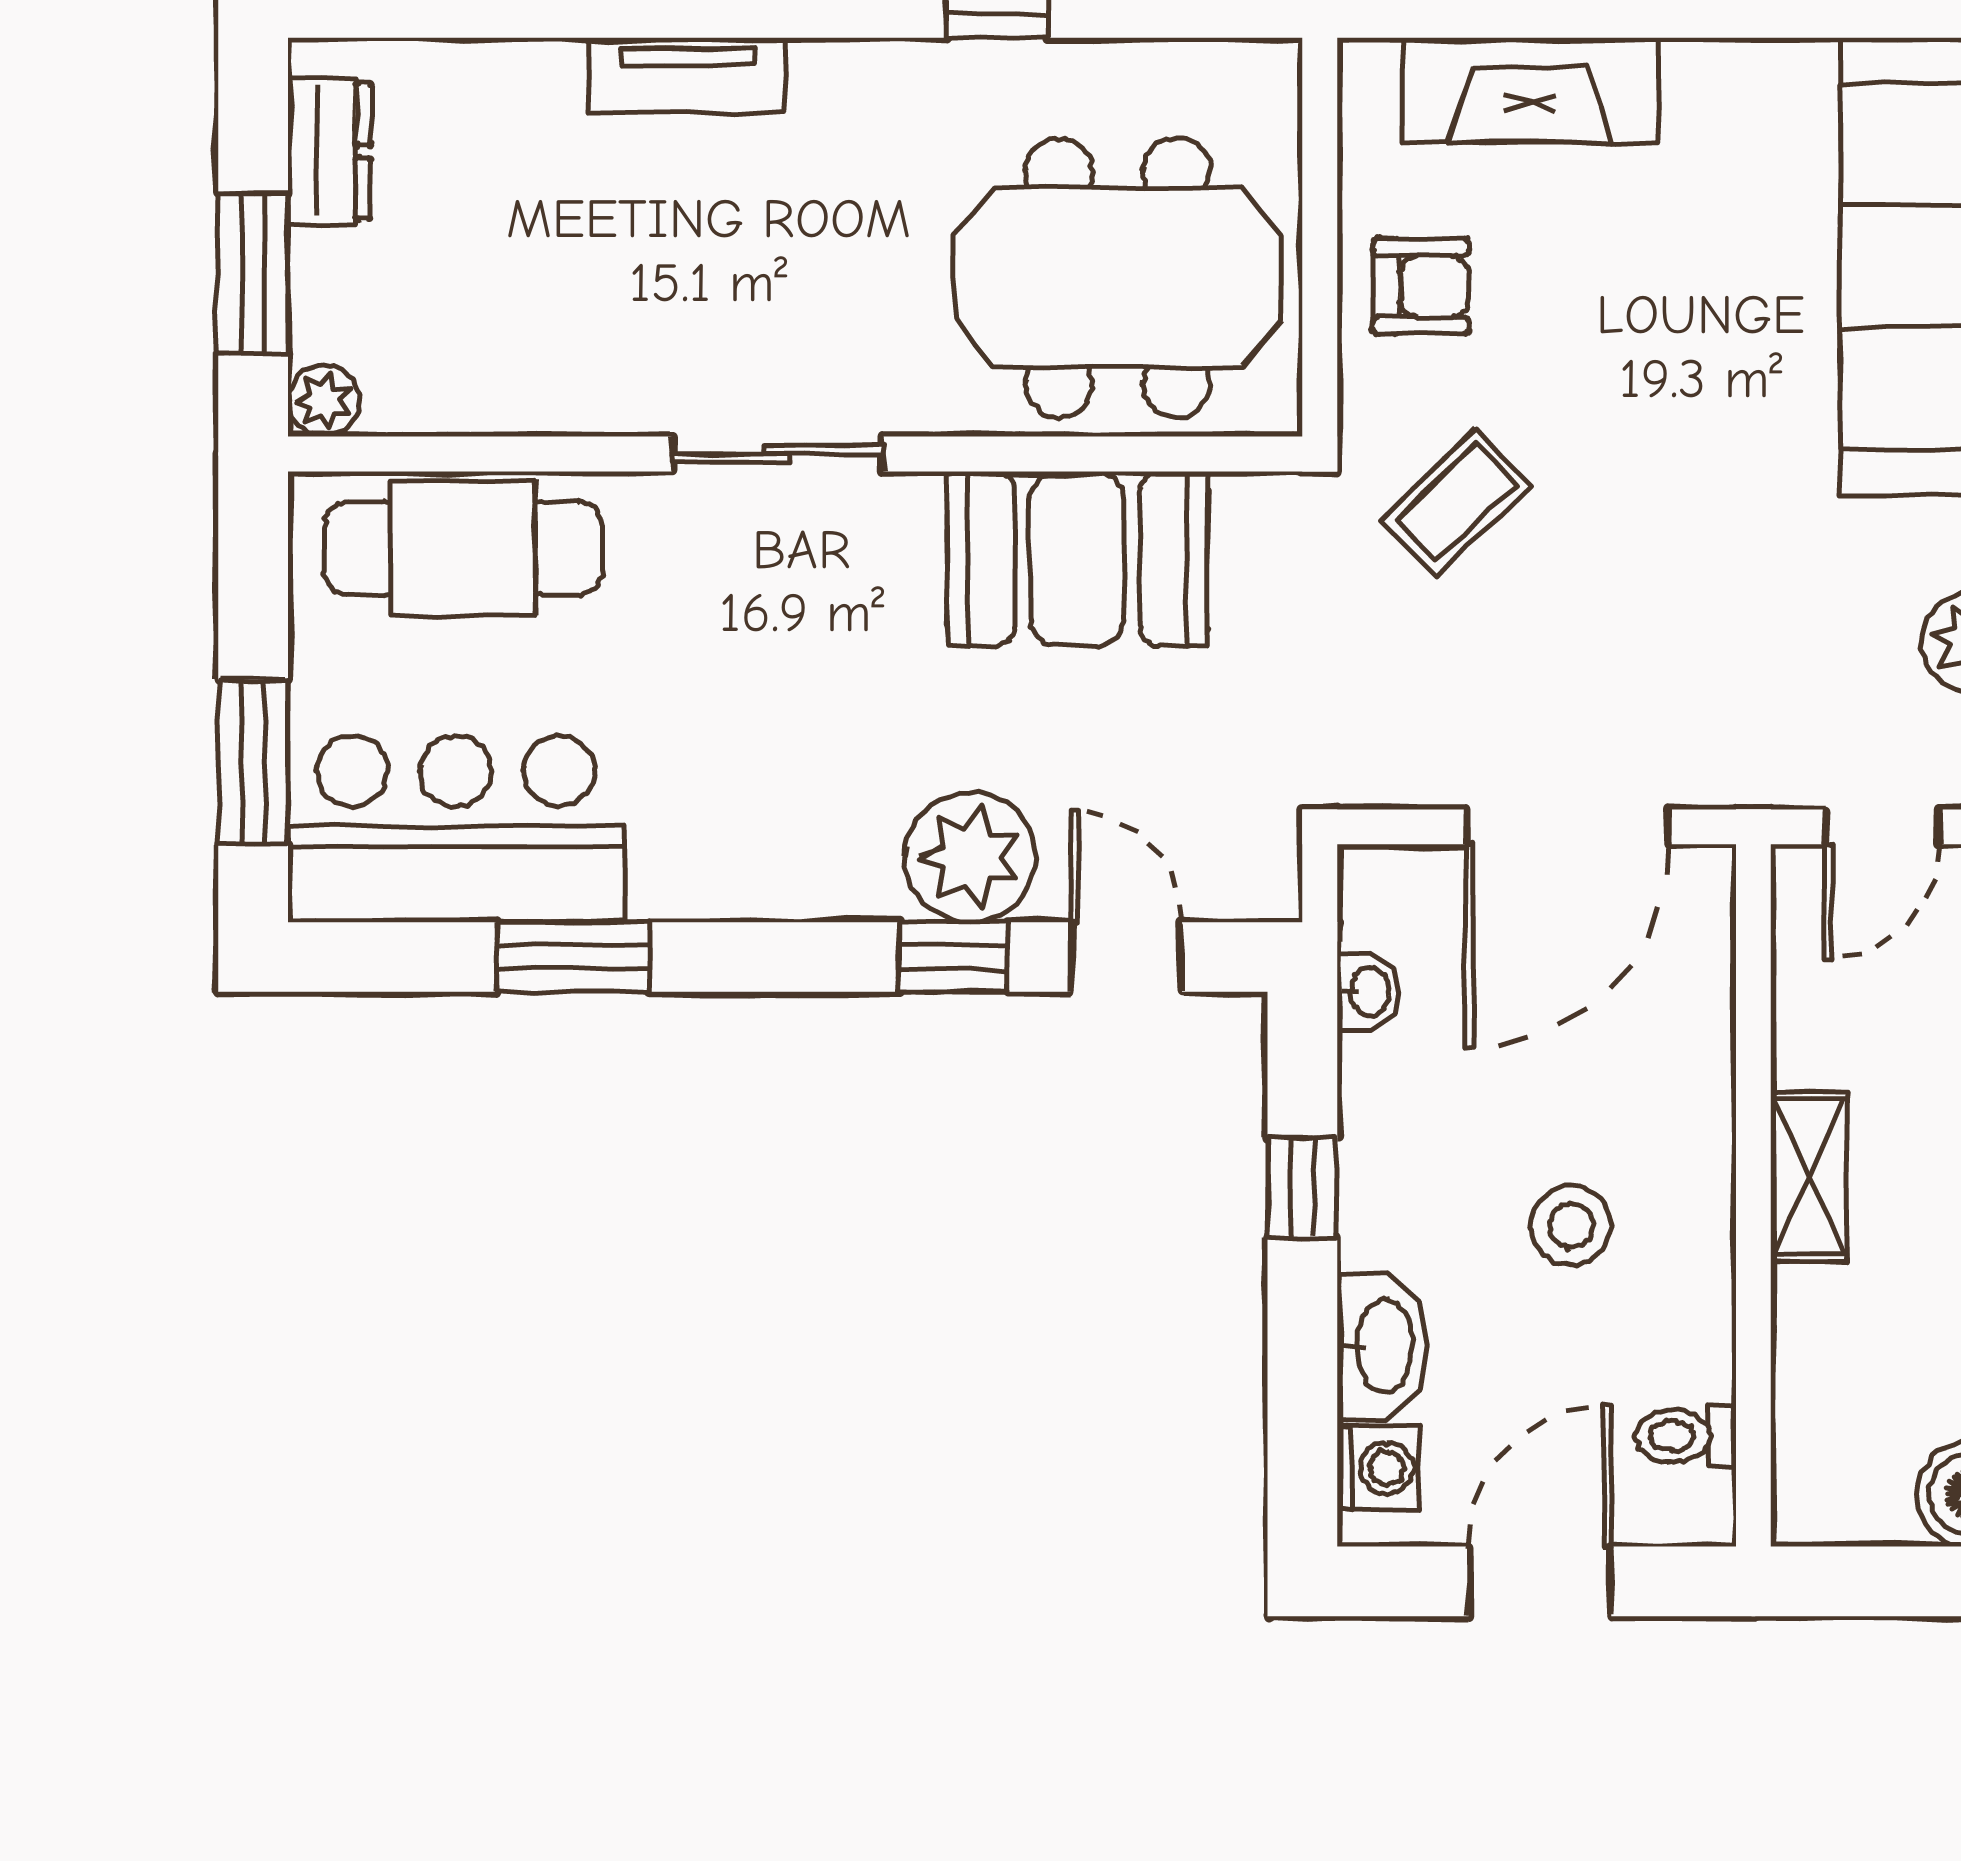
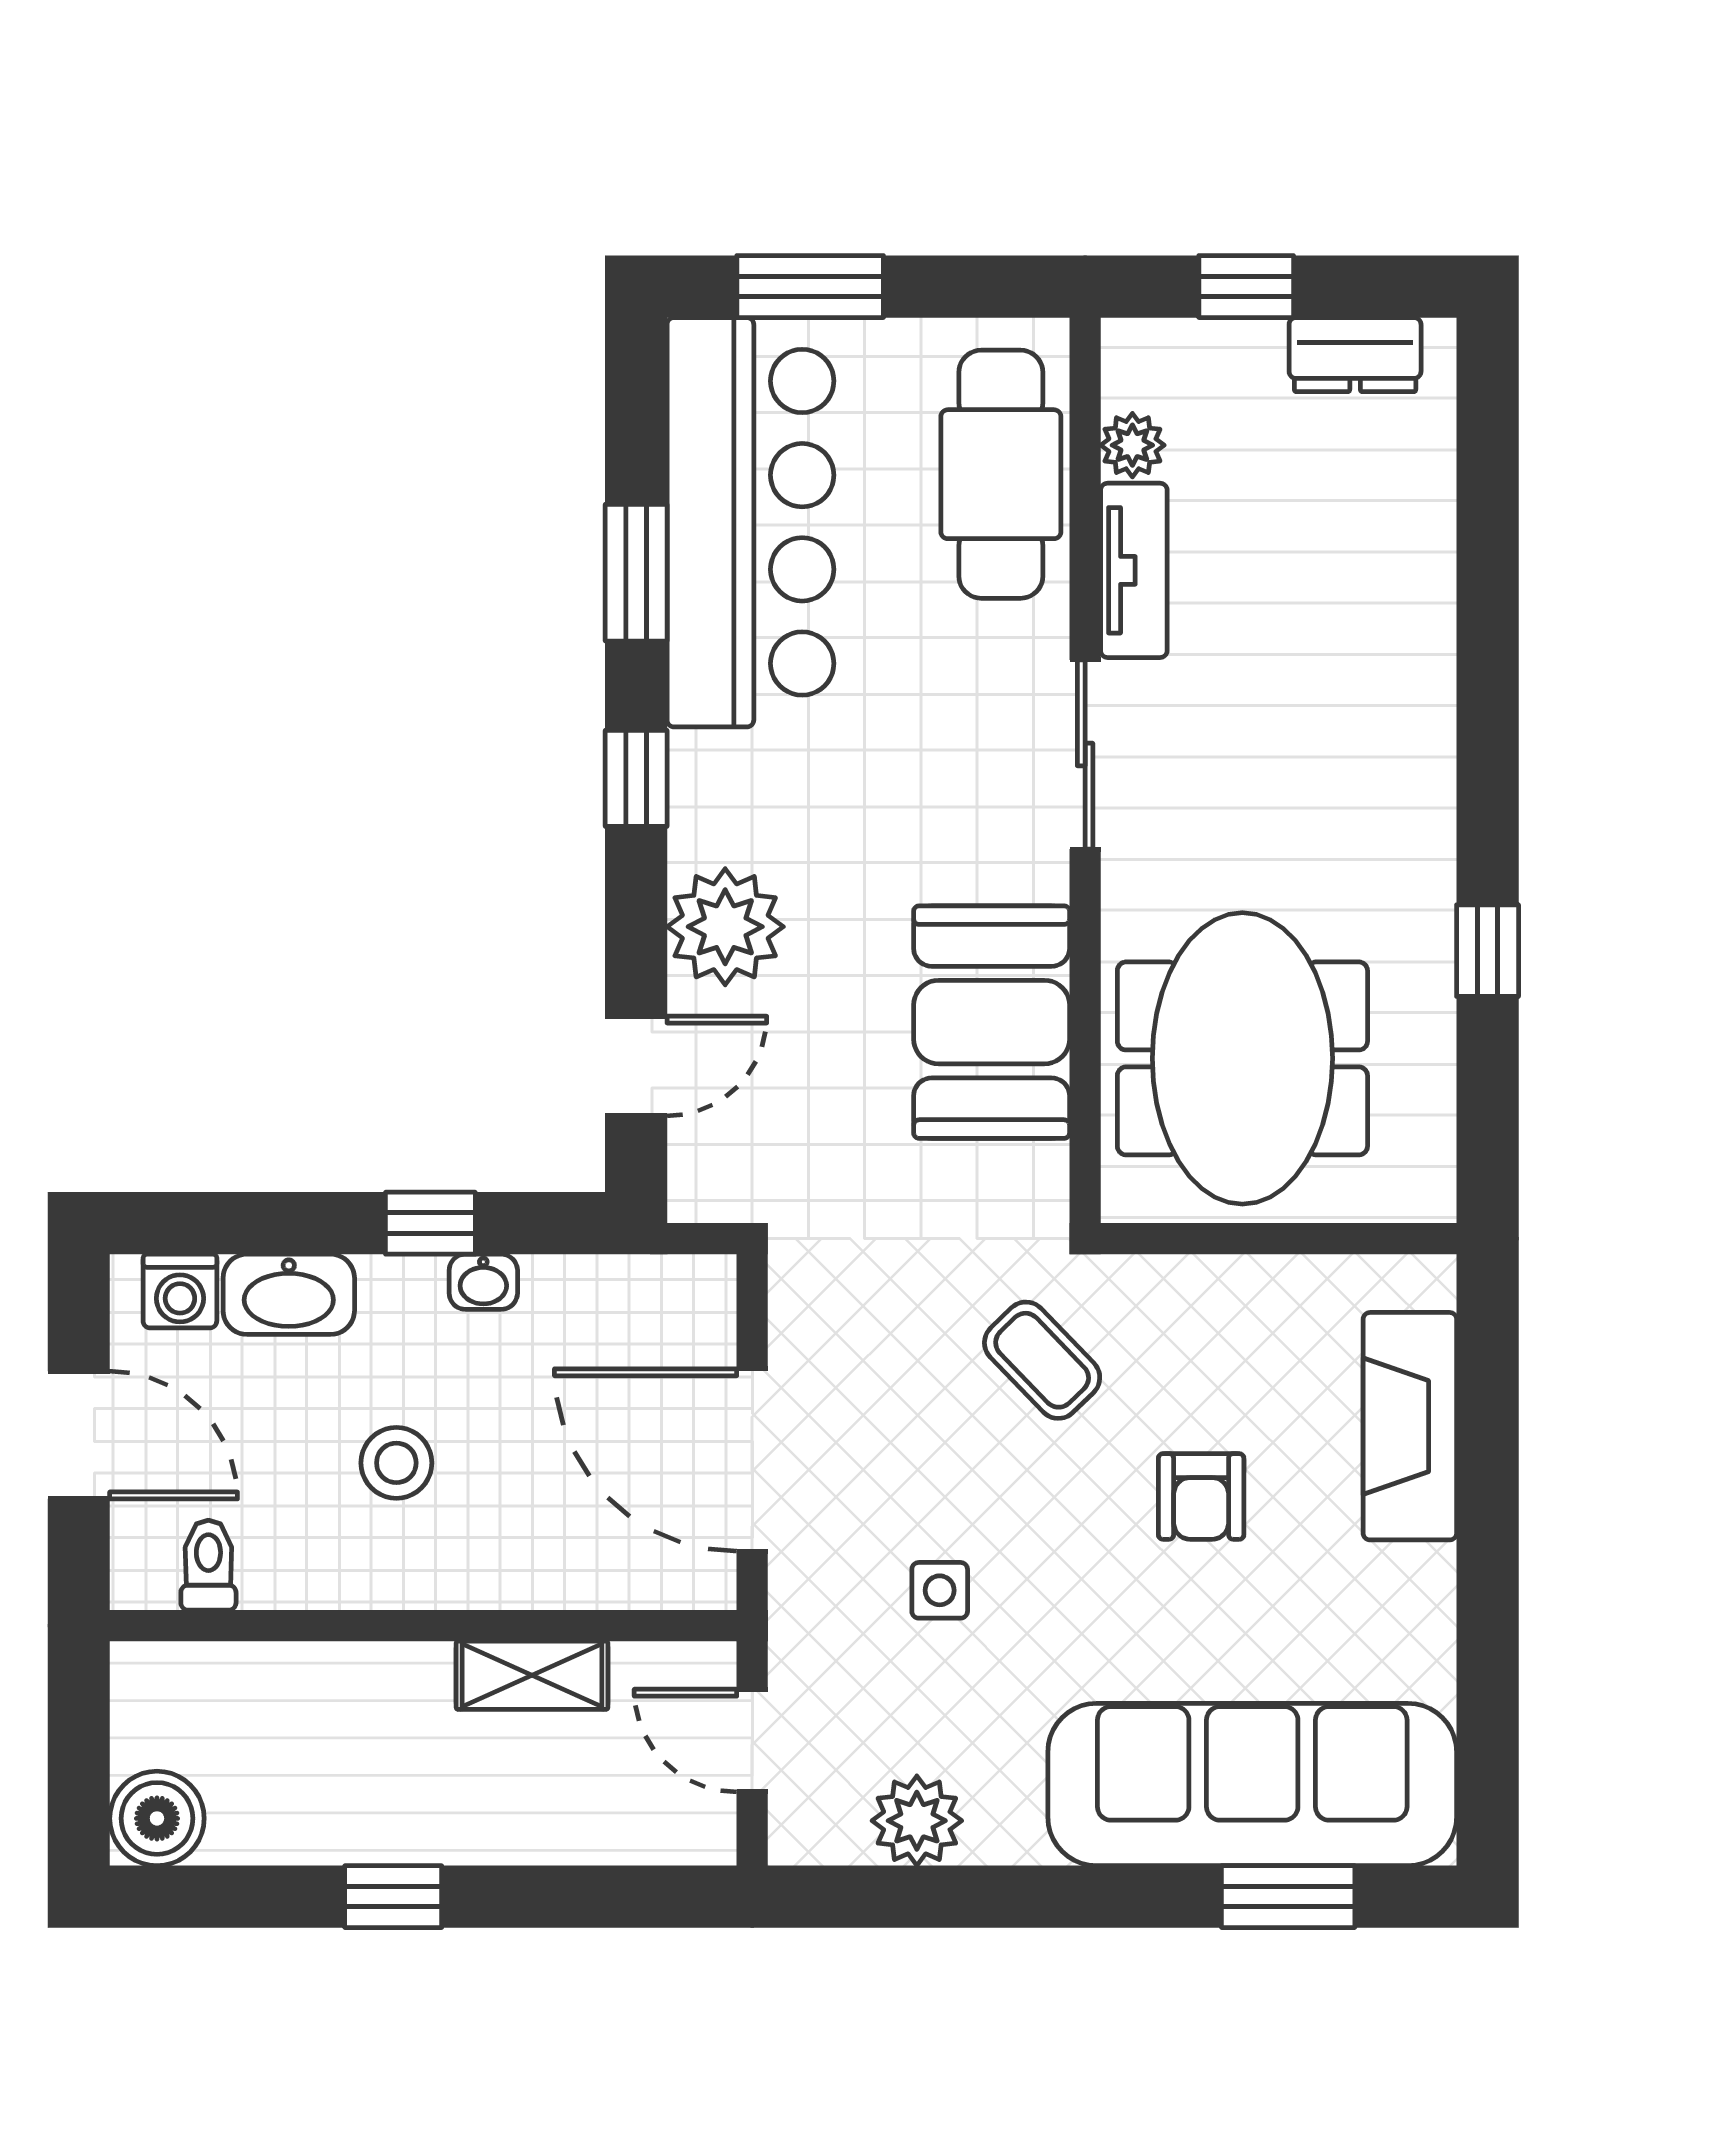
tv unit: (687, 75) -> (1134, 570), moved, turned 180
window: (253, 274) -> (1246, 287), width x0.67
armchair: (1421, 286) -> (1201, 1496), moved
plant: (324, 401) -> (1132, 445), moved
side table: (1714, 617) -> (940, 1590), added
bar counter: (456, 829) -> (750, 522), width x1.36
window: (953, 957) -> (636, 778), moved
washbasin: (1368, 992) -> (483, 1282), moved
shelving: (1809, 1177) -> (532, 1675), moved

